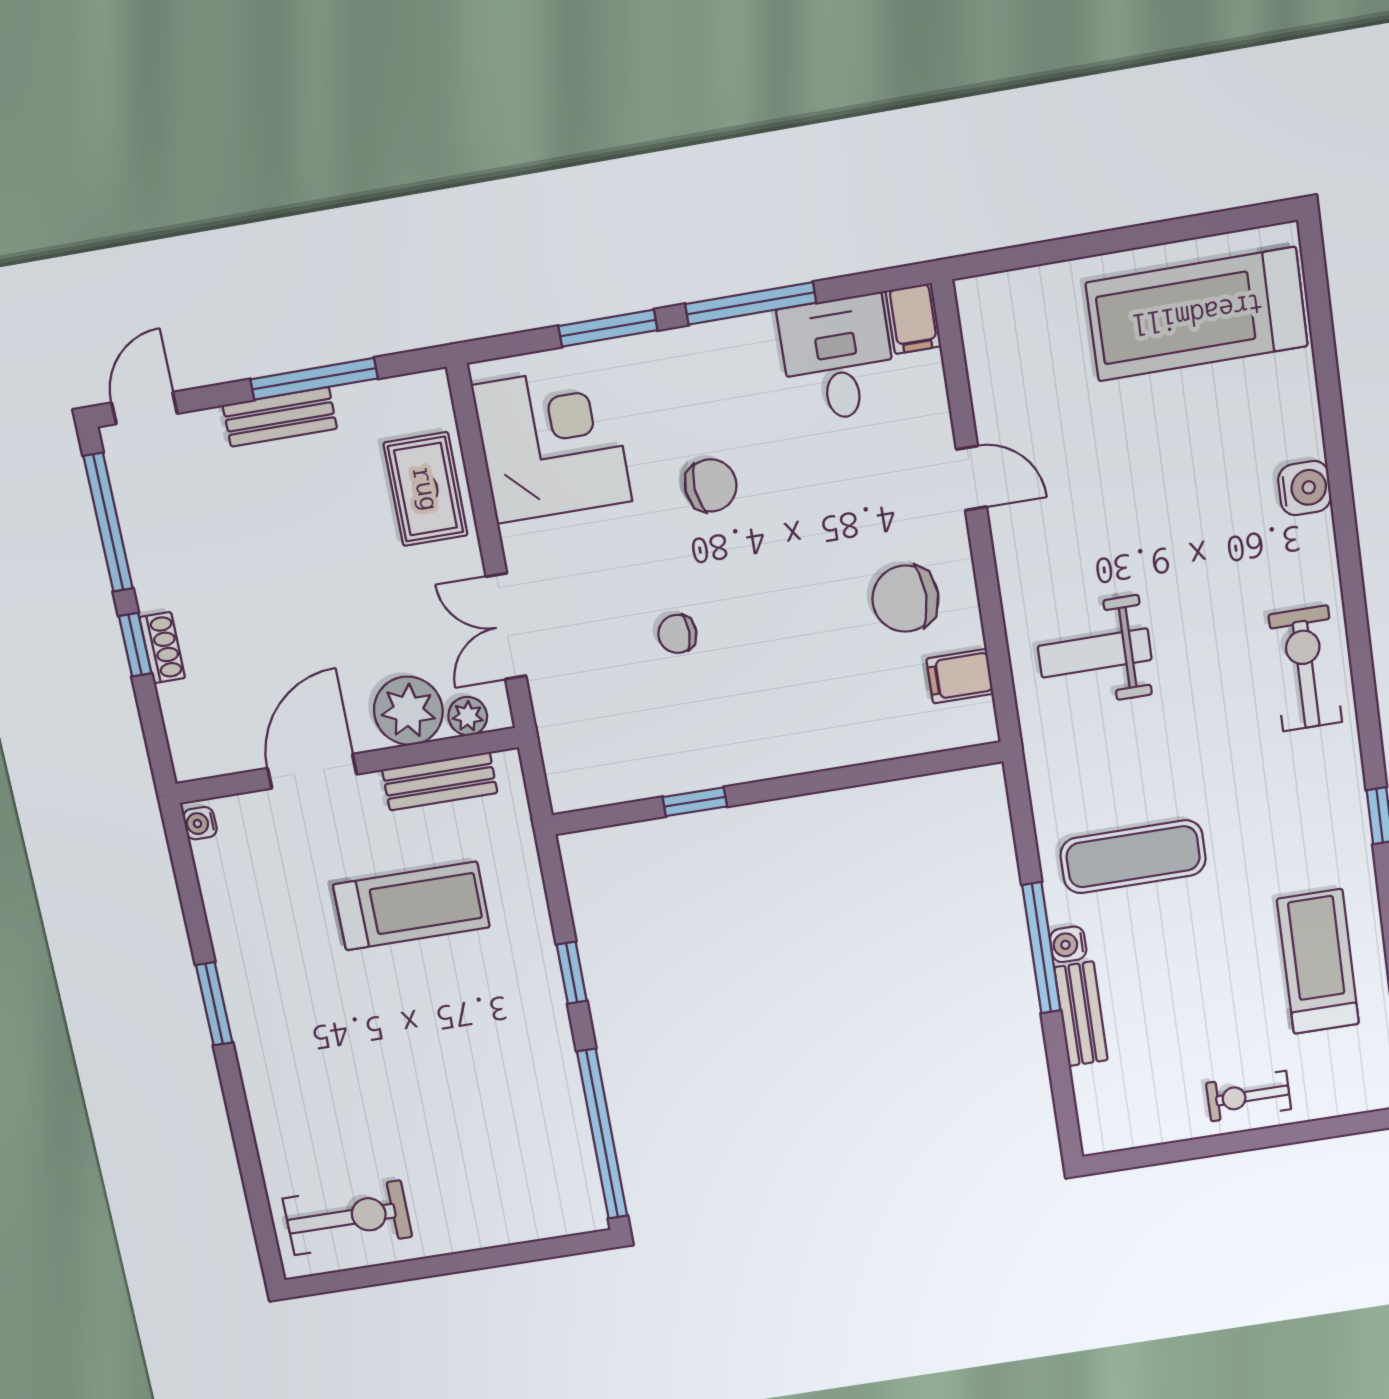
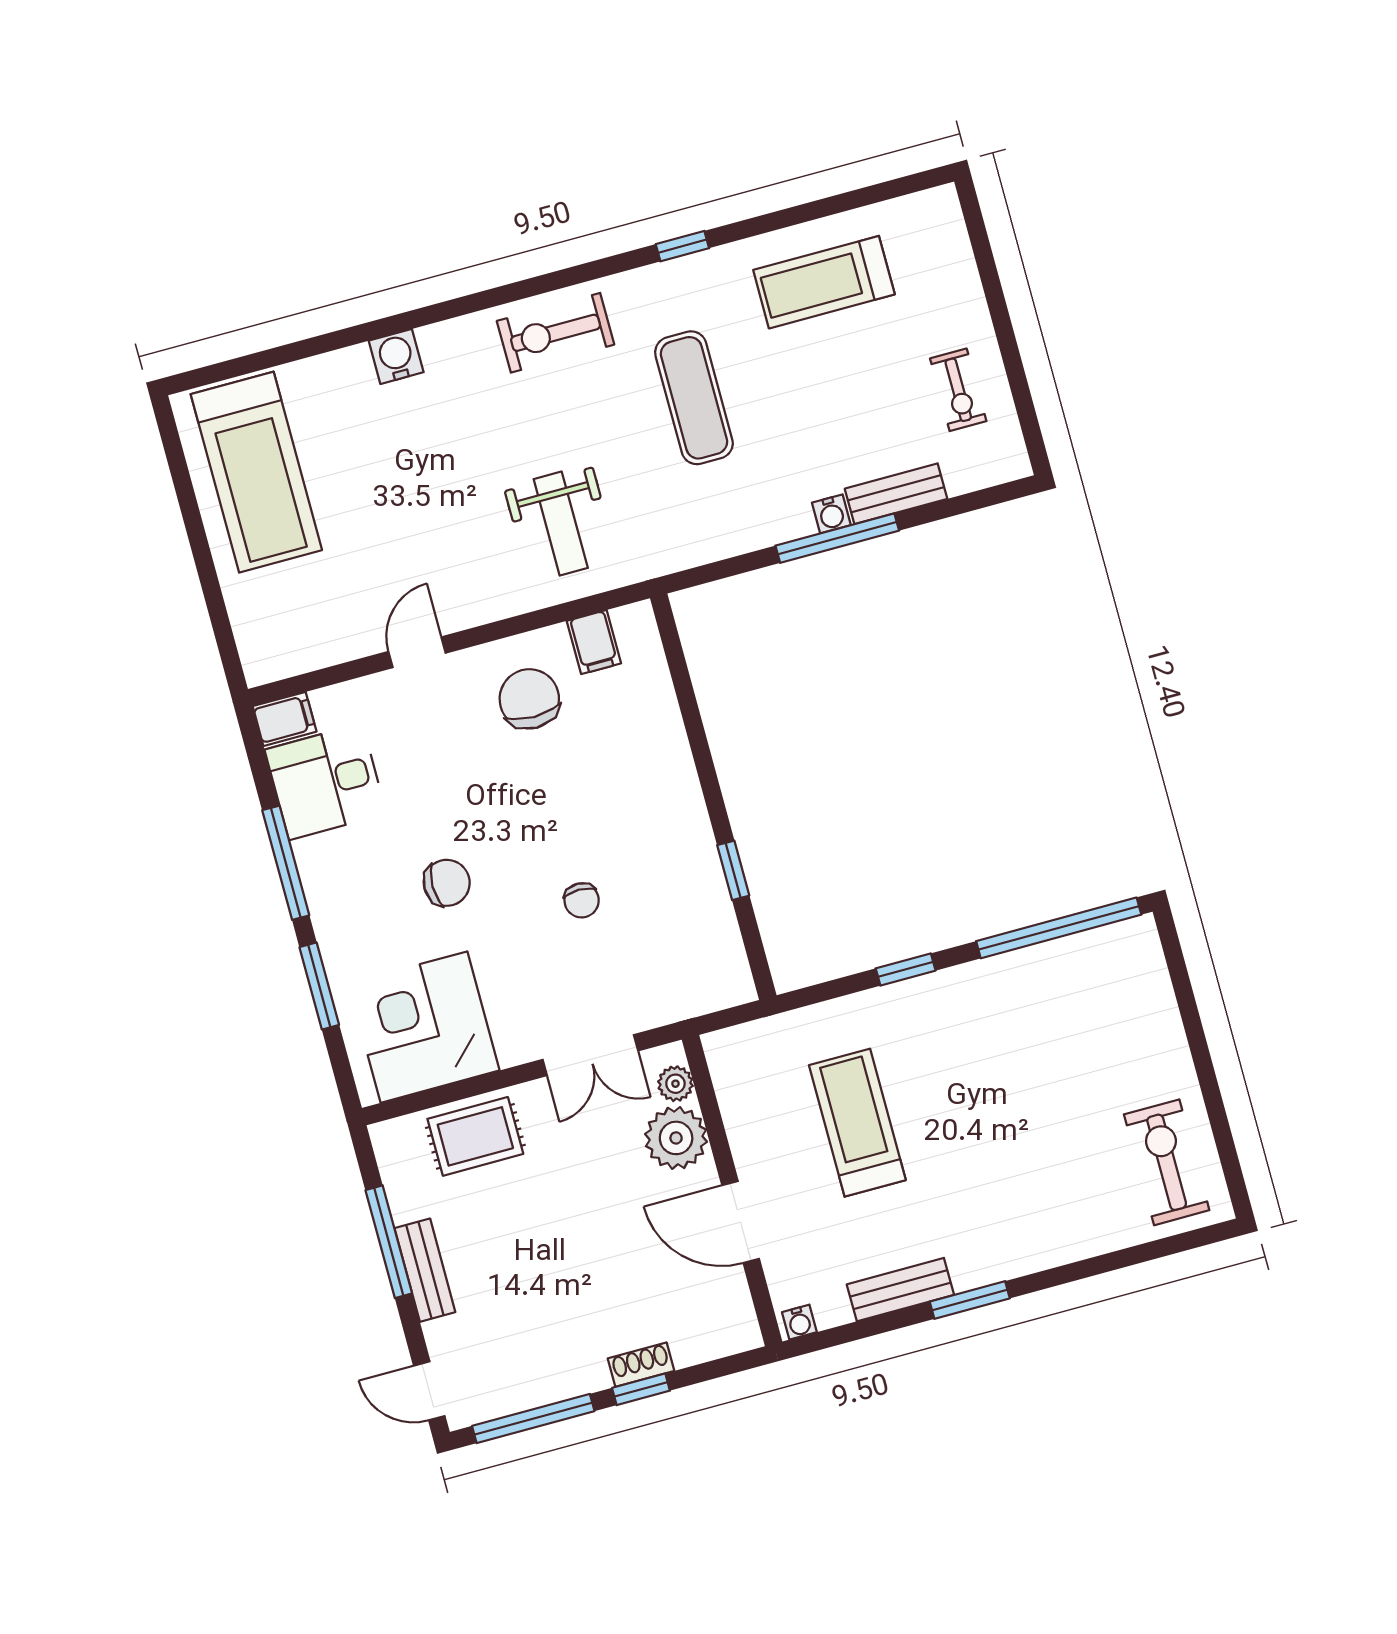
chair: (711, 485) -> (447, 883), turned 95
chair: (905, 599) -> (529, 699), turned 180
bench: (440, 781) -> (900, 1290), moved, turned 90
exercise mat: (1133, 857) -> (694, 398), moved
exercise bike: (1248, 1096) -> (958, 390), moved

